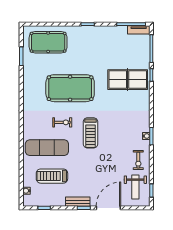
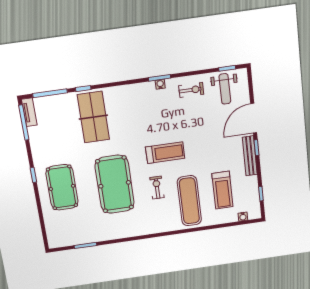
pool table: (48, 42) -> (62, 187), moved
weight bench: (135, 187) -> (225, 89), turned 90
bench: (78, 202) -> (250, 156), width x1.36
door: (108, 208) -> (254, 118), hinge flipped

